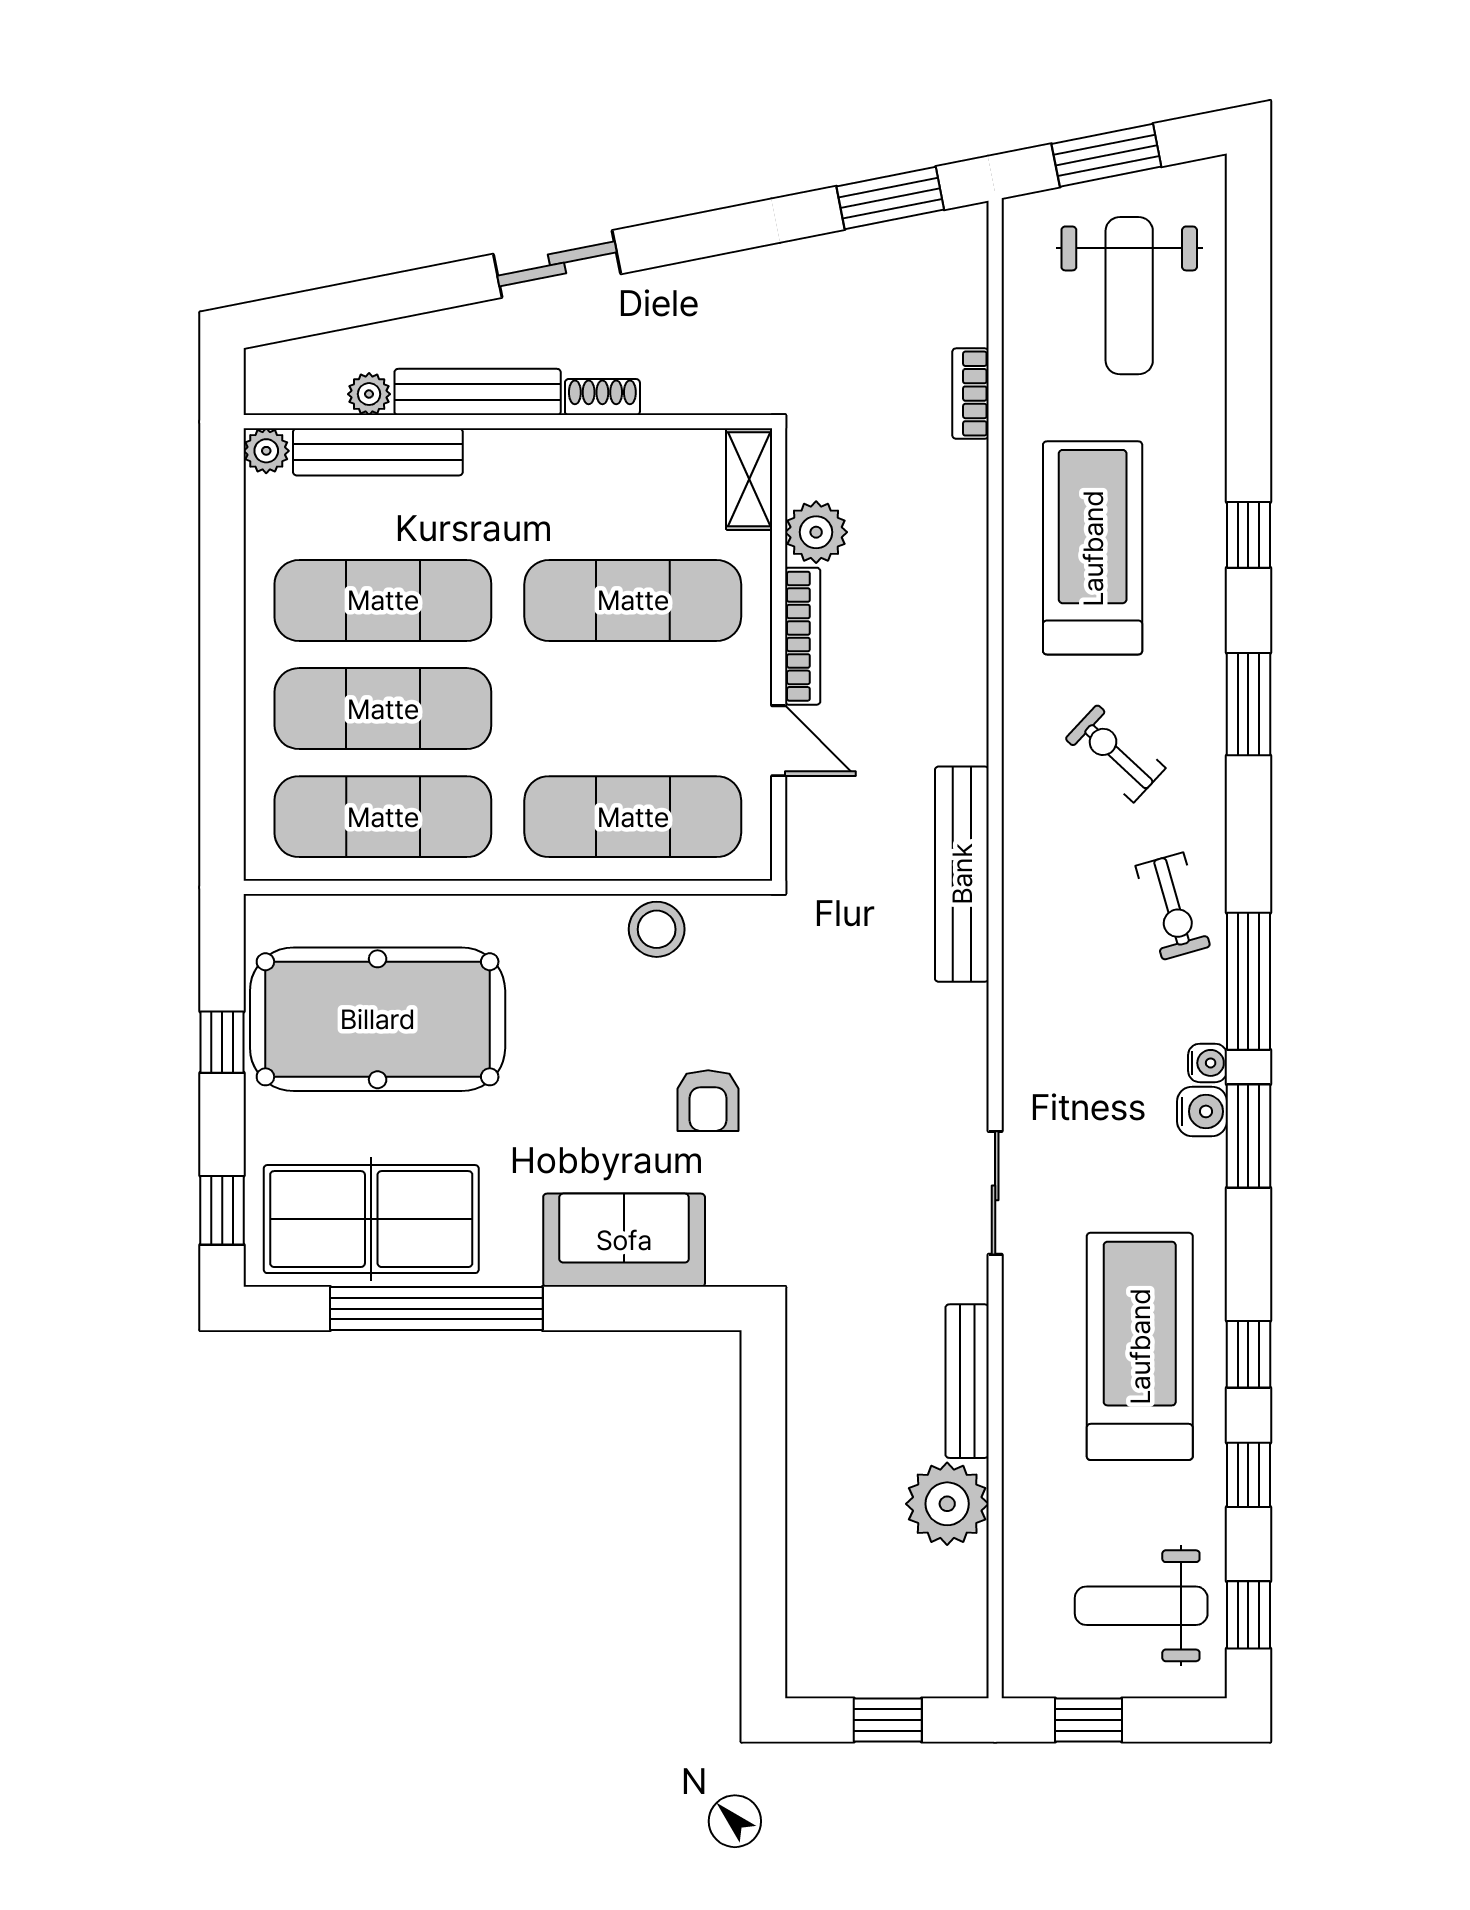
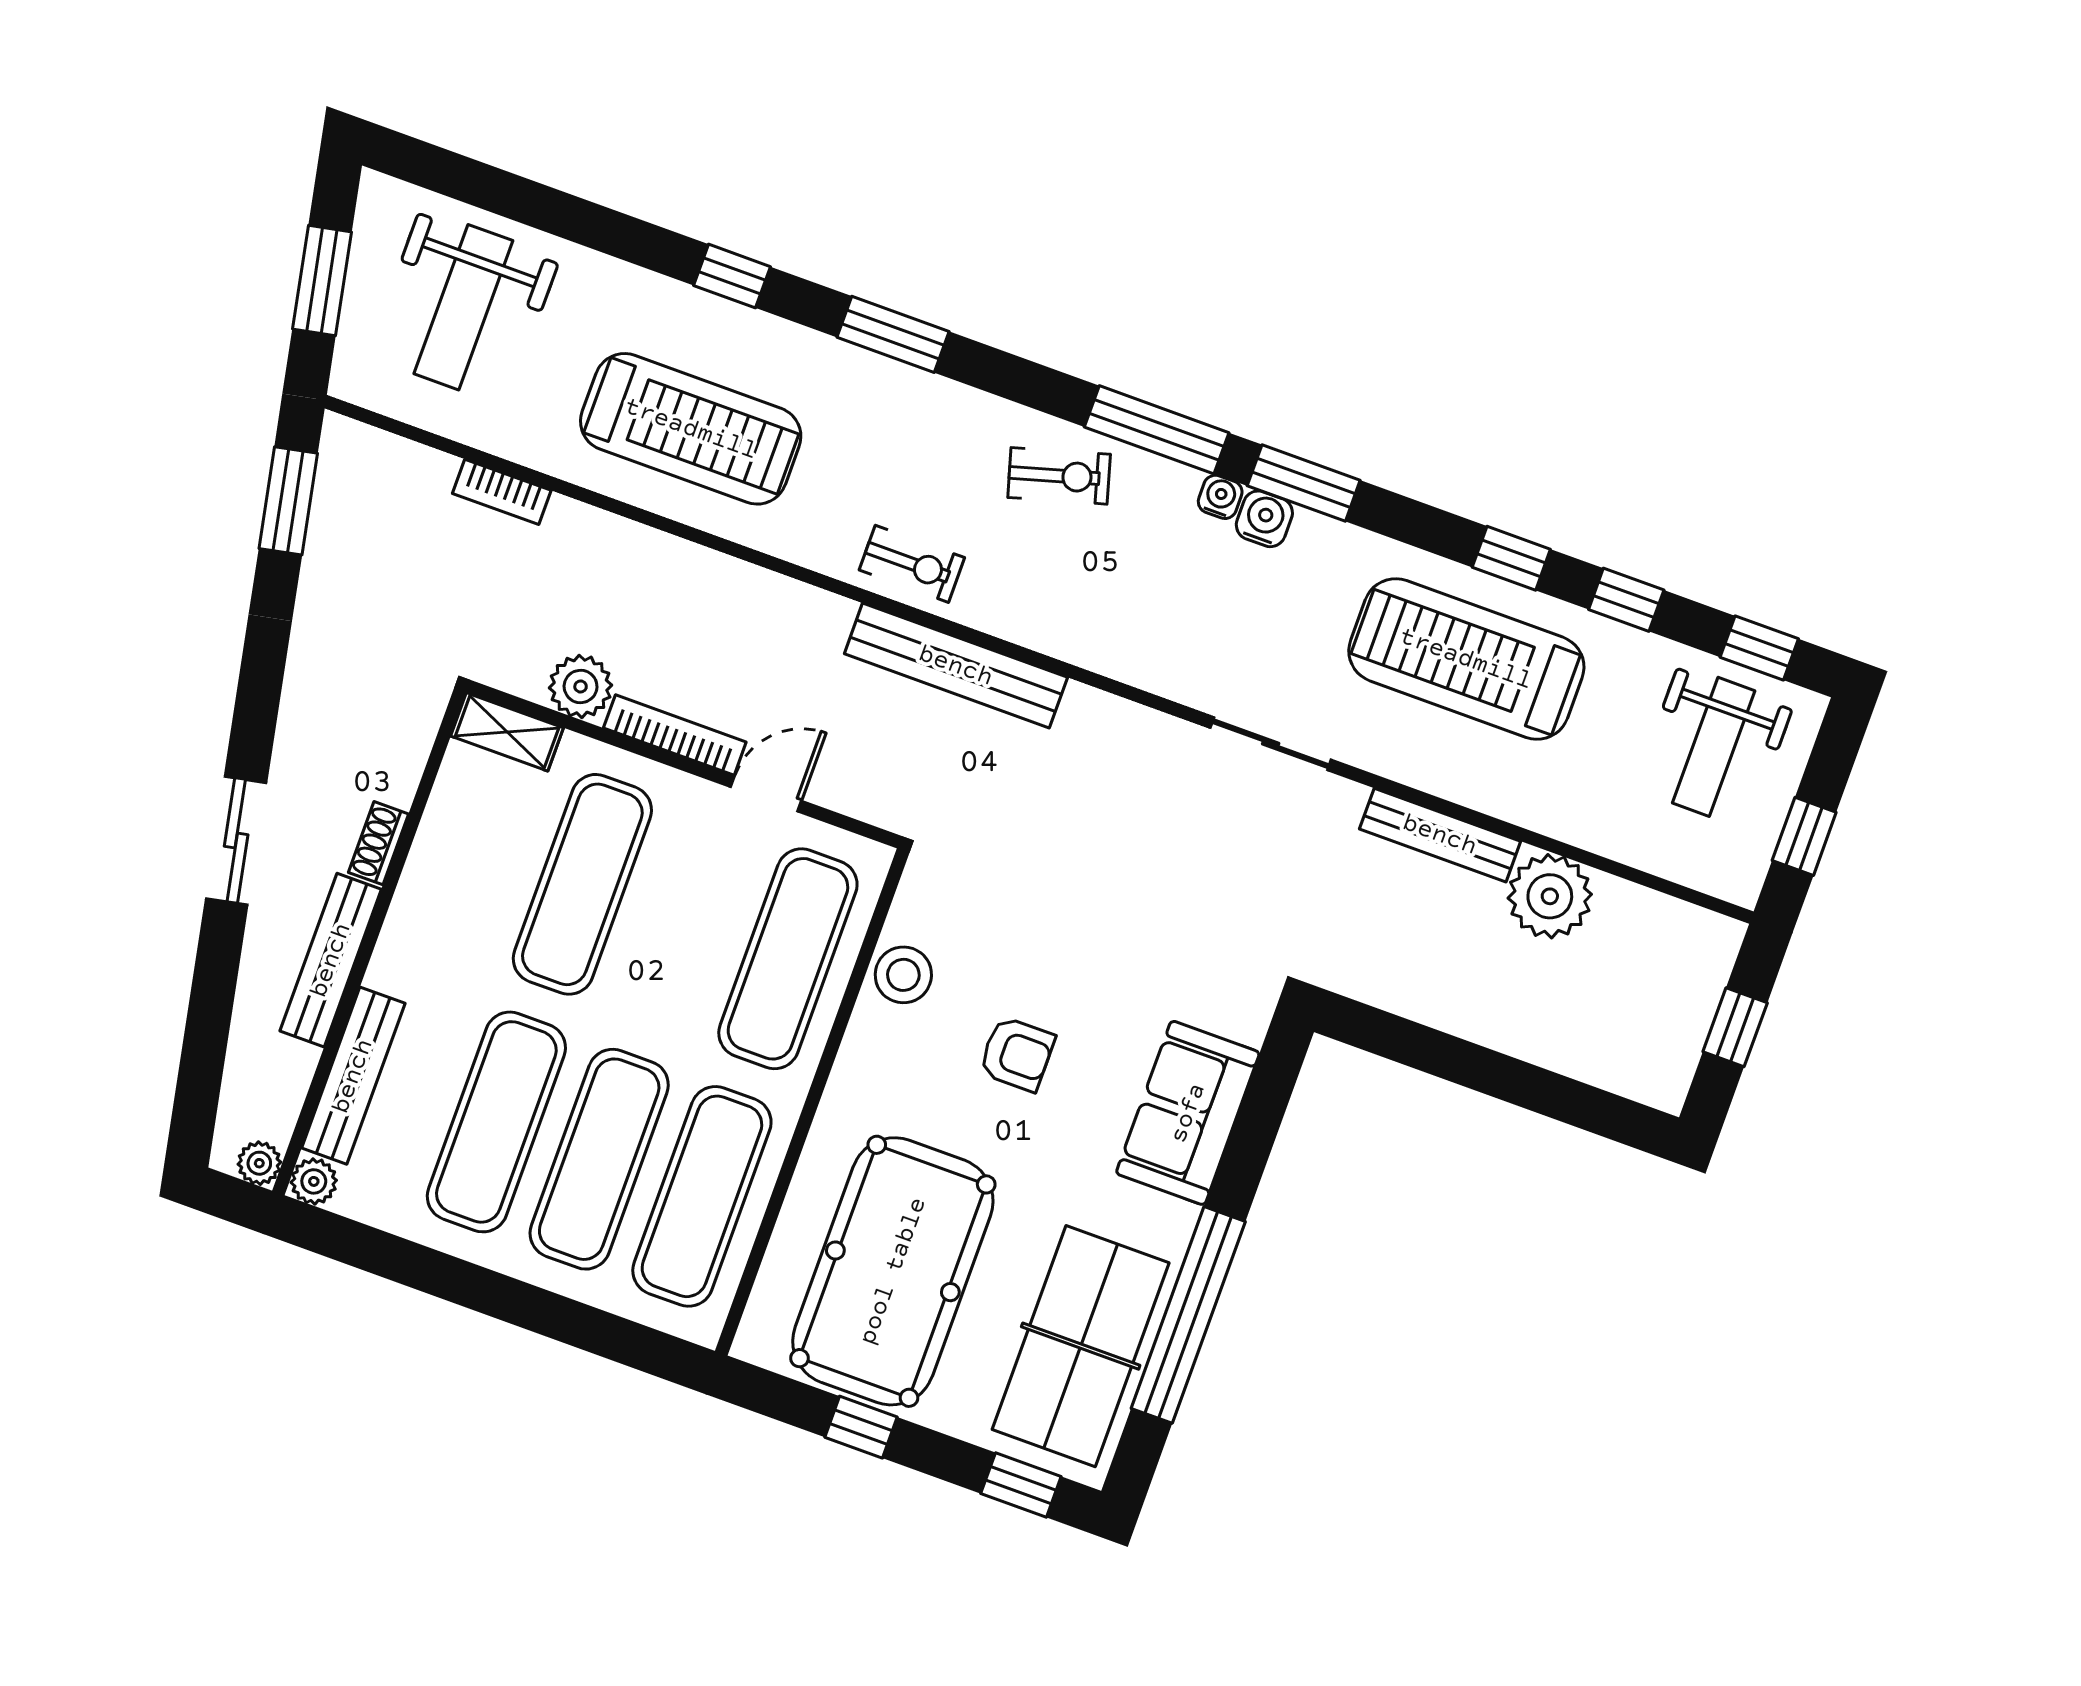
weight bench: (1129, 296) -> (463, 307), turned 90
plant: (369, 394) -> (259, 1163), moved
treadmill: (1093, 548) -> (691, 429), turned 180
exercise bike: (1115, 753) -> (912, 564), moved, turned -133
armchair: (708, 1101) -> (1017, 1054), moved

